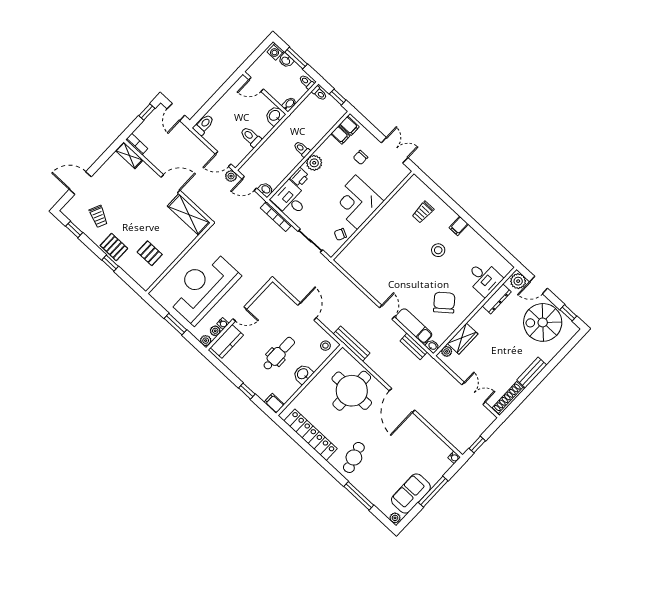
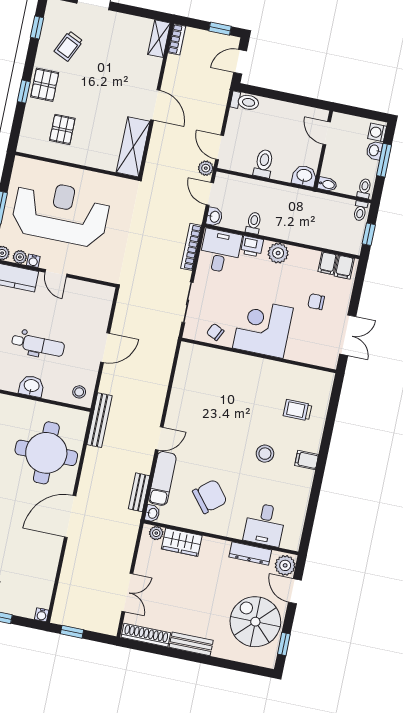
toilet: (302, 149) -> (254, 223), moved

